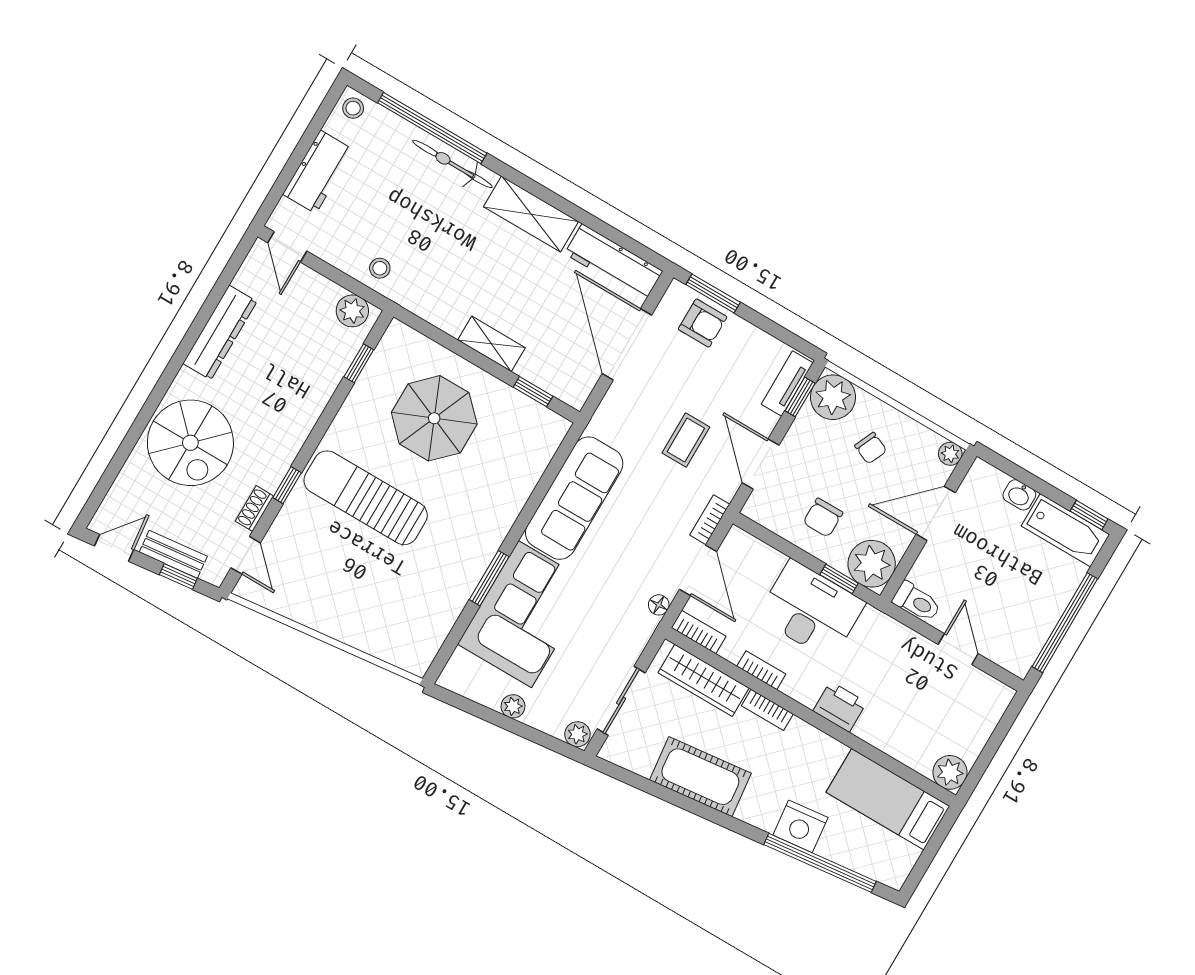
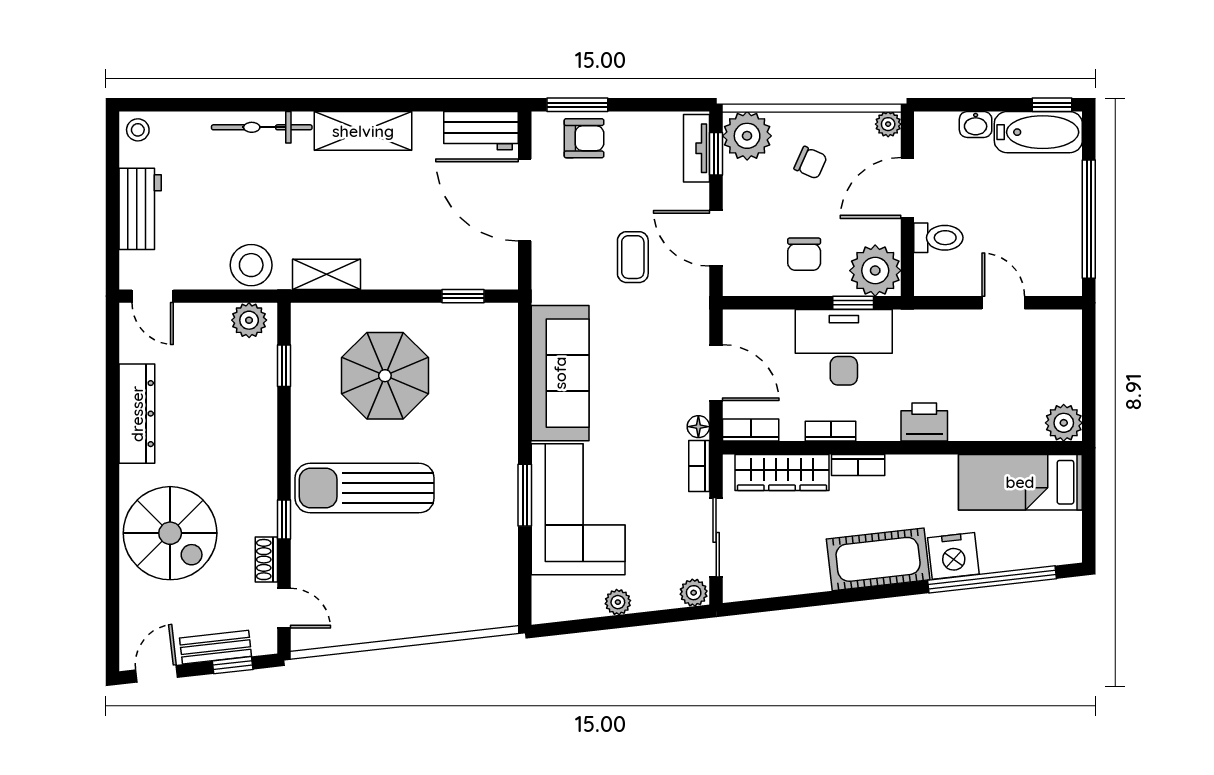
window: (432, 128) -> (223, 105), removed
workbench: (614, 262) -> (481, 131), width x0.73
stool: (380, 268) -> (251, 265), width x1.89, depth x1.89
shelving: (492, 344) -> (327, 274), moved
bookcase: (710, 520) -> (699, 466), moved
toilet: (917, 602) -> (938, 238), moved
cot: (700, 777) -> (878, 559), moved

